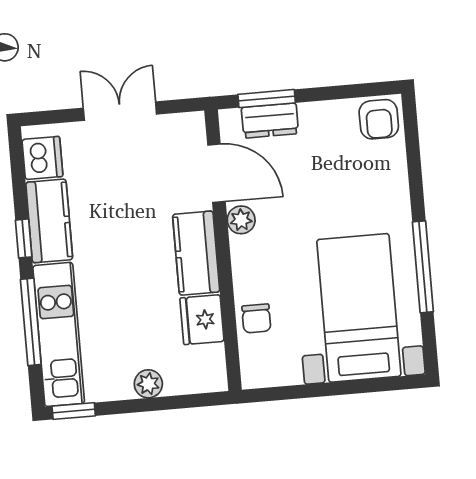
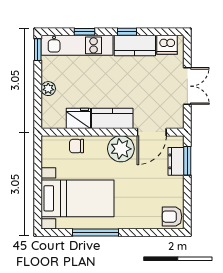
plant: (241, 220) -> (121, 149), width x1.87, depth x1.87
window: (31, 322) -> (85, 32), width x0.46

